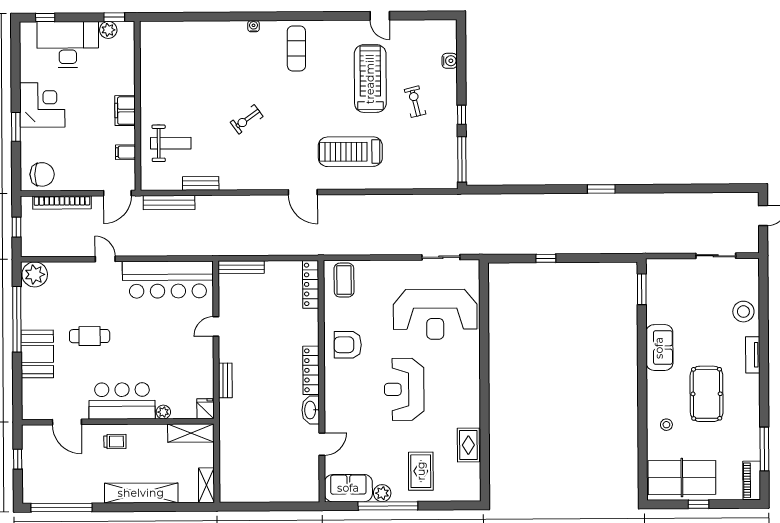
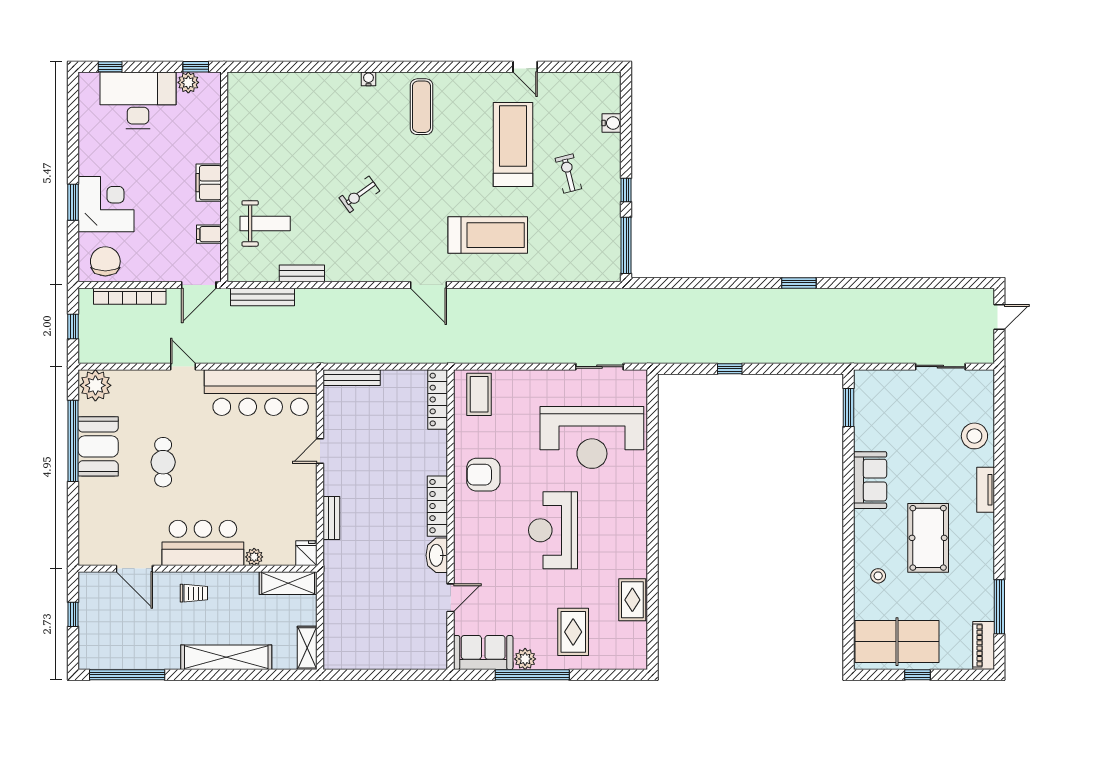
corner desk: (42, 105) -> (106, 204), moved
treadmill: (350, 152) -> (488, 235), turned 180
chair: (42, 174) -> (105, 261), turned -90
cafe table: (90, 336) -> (163, 462), turned 90
booth: (37, 354) -> (98, 446), moved

